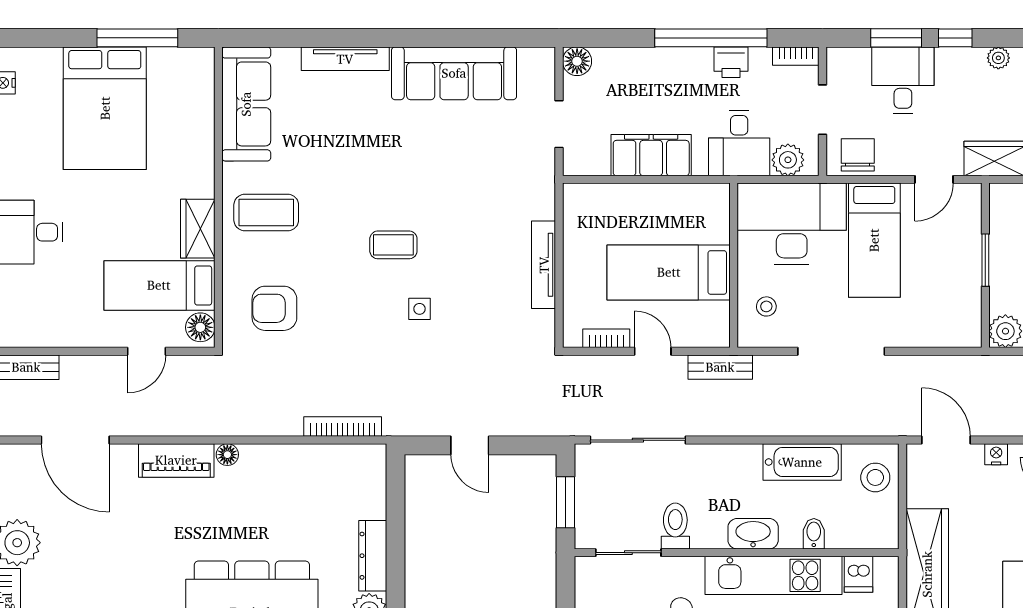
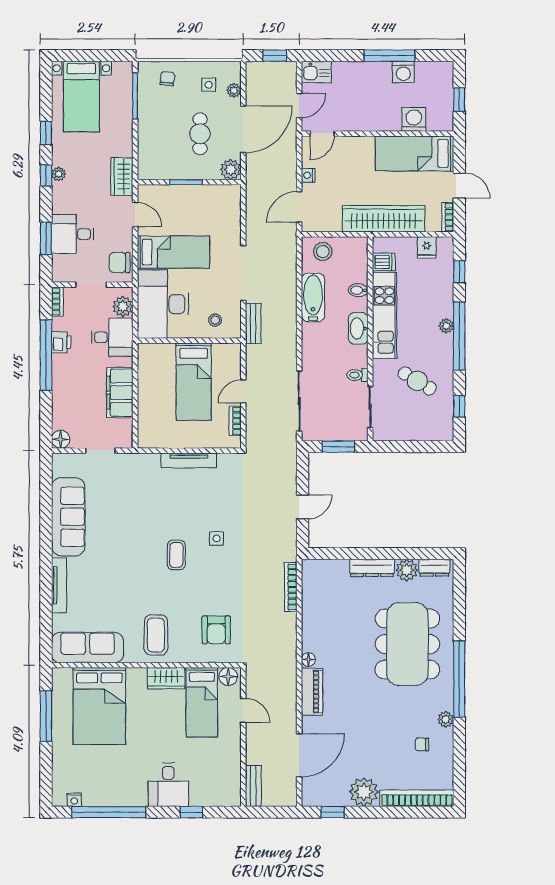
window: (955, 38) -> (46, 175), moved
bed: (105, 108) -> (99, 706), moved, turned 90
bench: (720, 367) -> (253, 323), moved
toilet: (675, 526) -> (357, 375), width x0.73, depth x0.72

